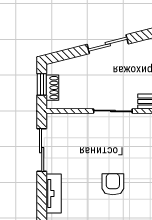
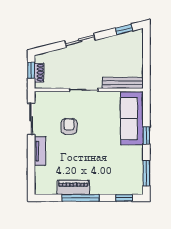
armchair: (113, 184) -> (69, 126), moved

